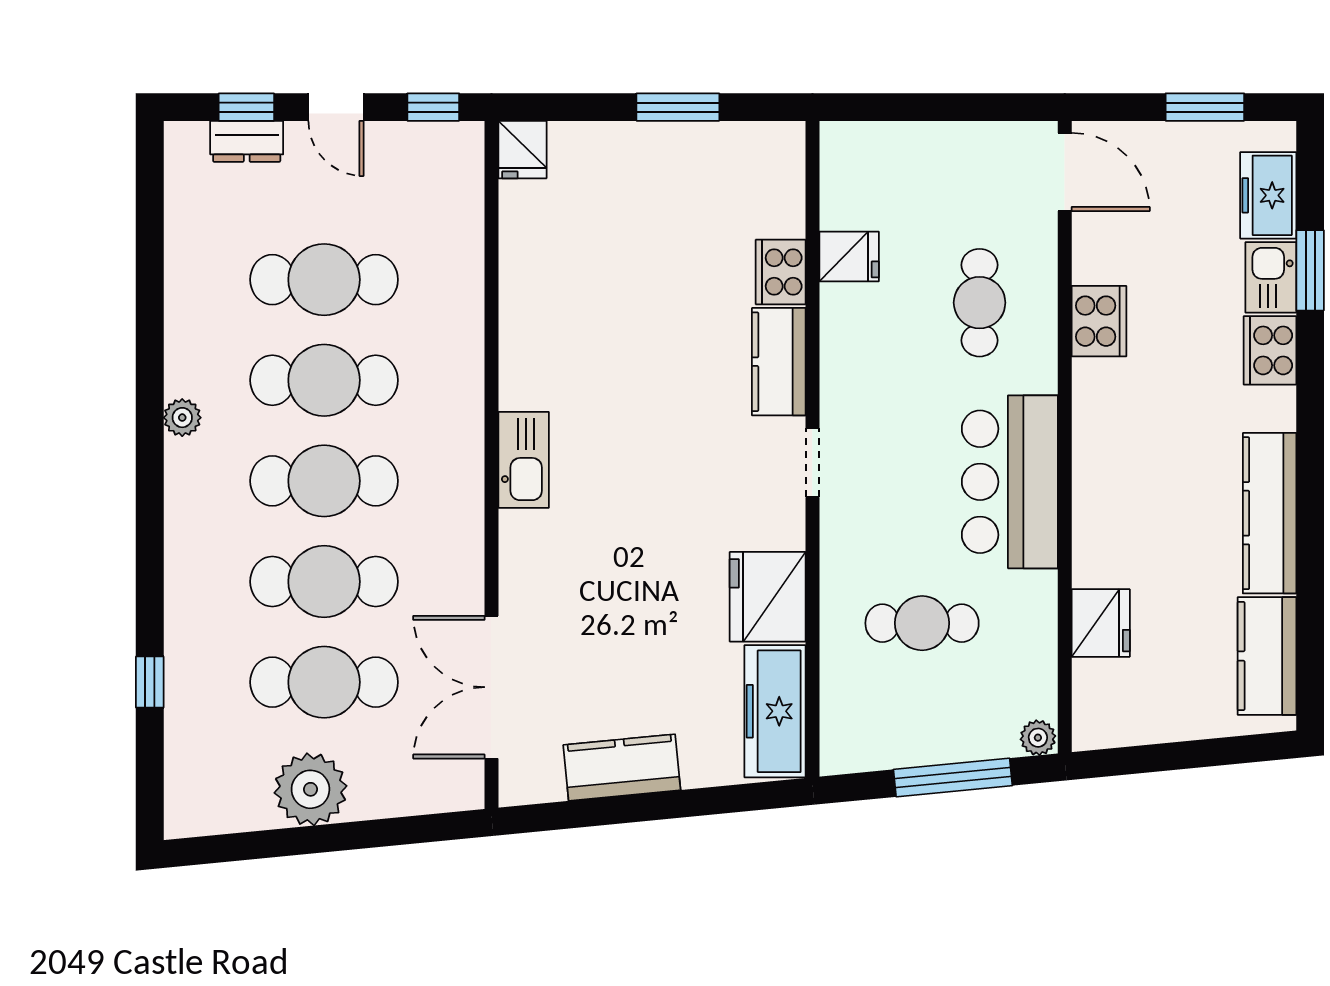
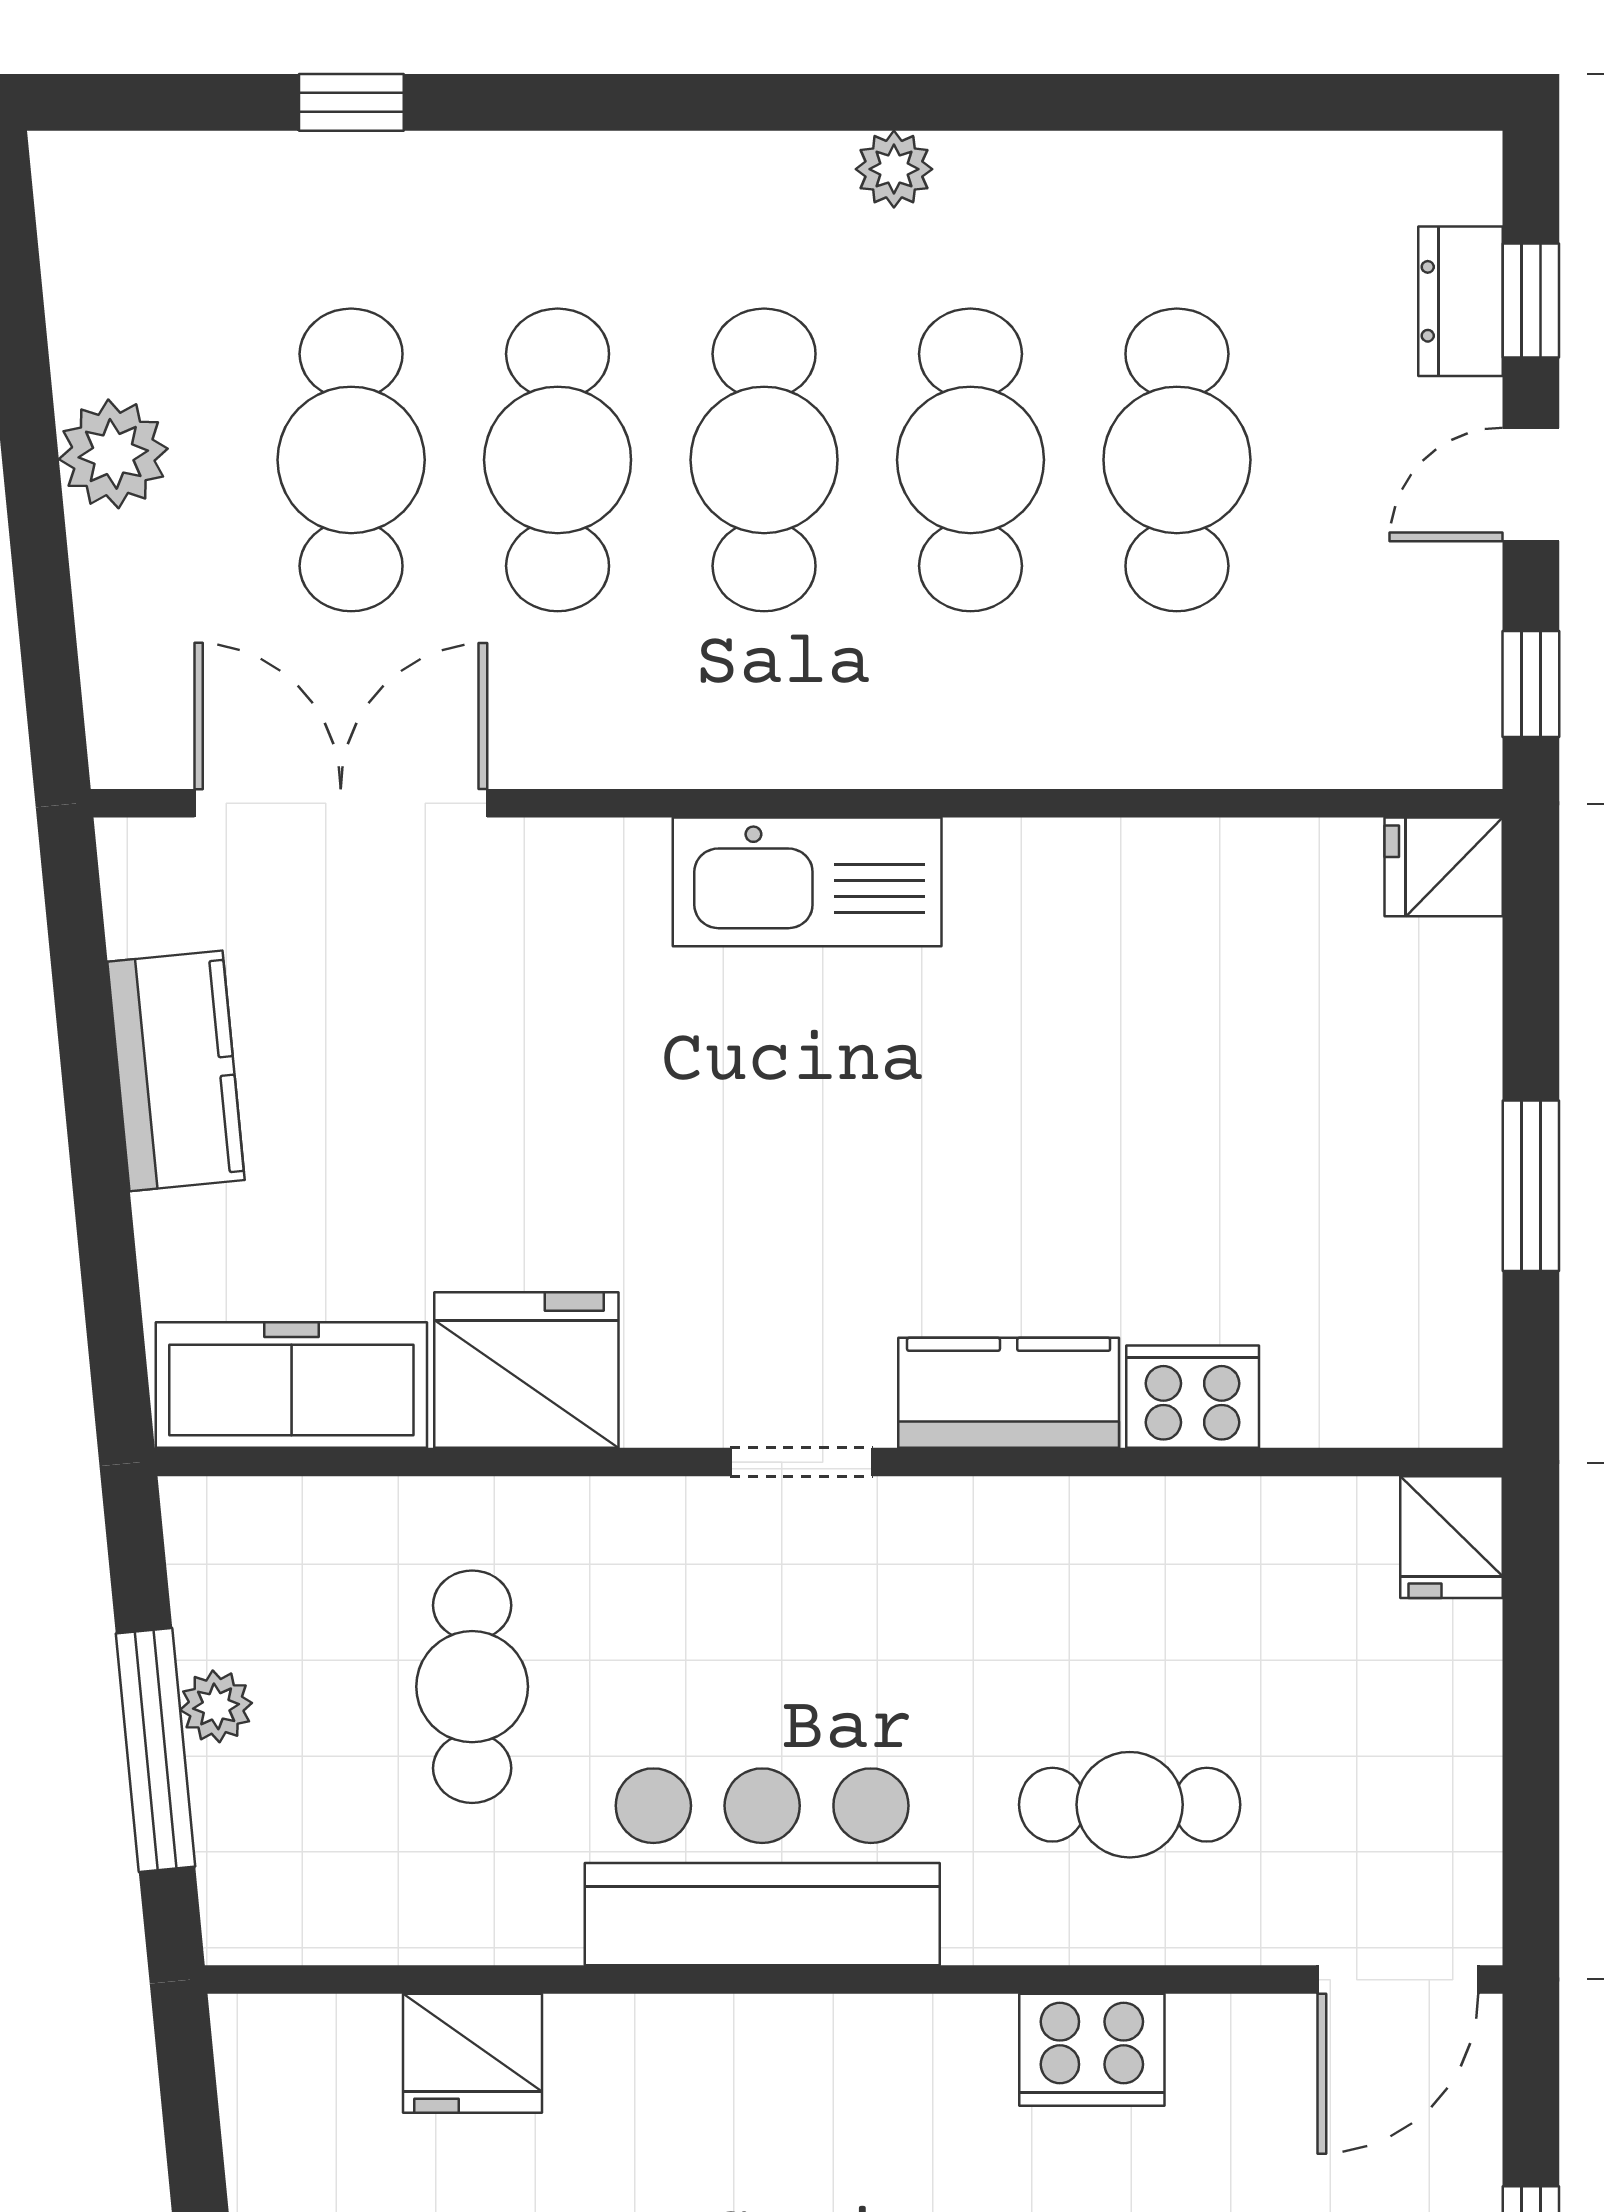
fridge: (849, 256) -> (1452, 1537), moved
kitchen sink: (524, 460) -> (807, 882), width x1.36, depth x1.24
plant: (1038, 738) -> (216, 1706), moved
plant: (310, 789) -> (113, 454), width x0.73, depth x0.73

